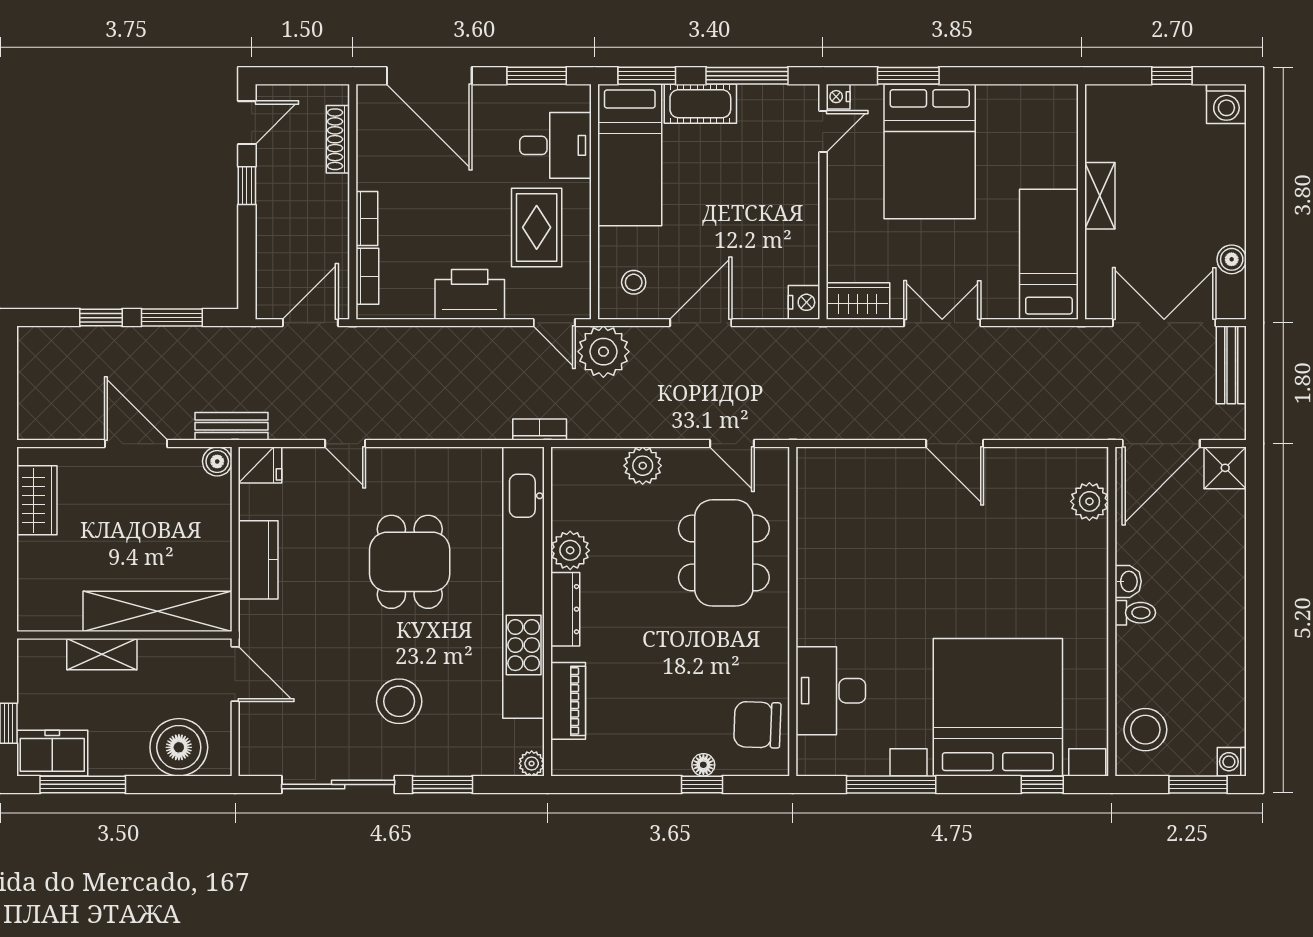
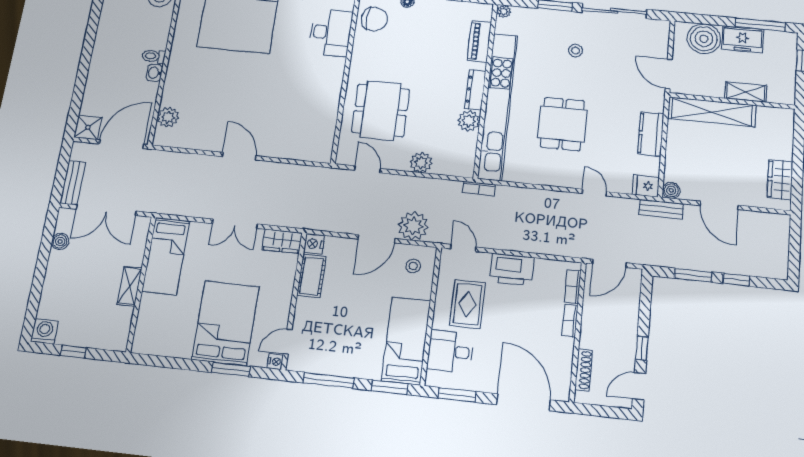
cot: (700, 104) -> (311, 276), moved, turned 90
plant: (603, 352) -> (413, 226), moved
stool: (399, 701) -> (576, 51), width x0.53, depth x0.53
freezer: (52, 753) -> (743, 39), moved

